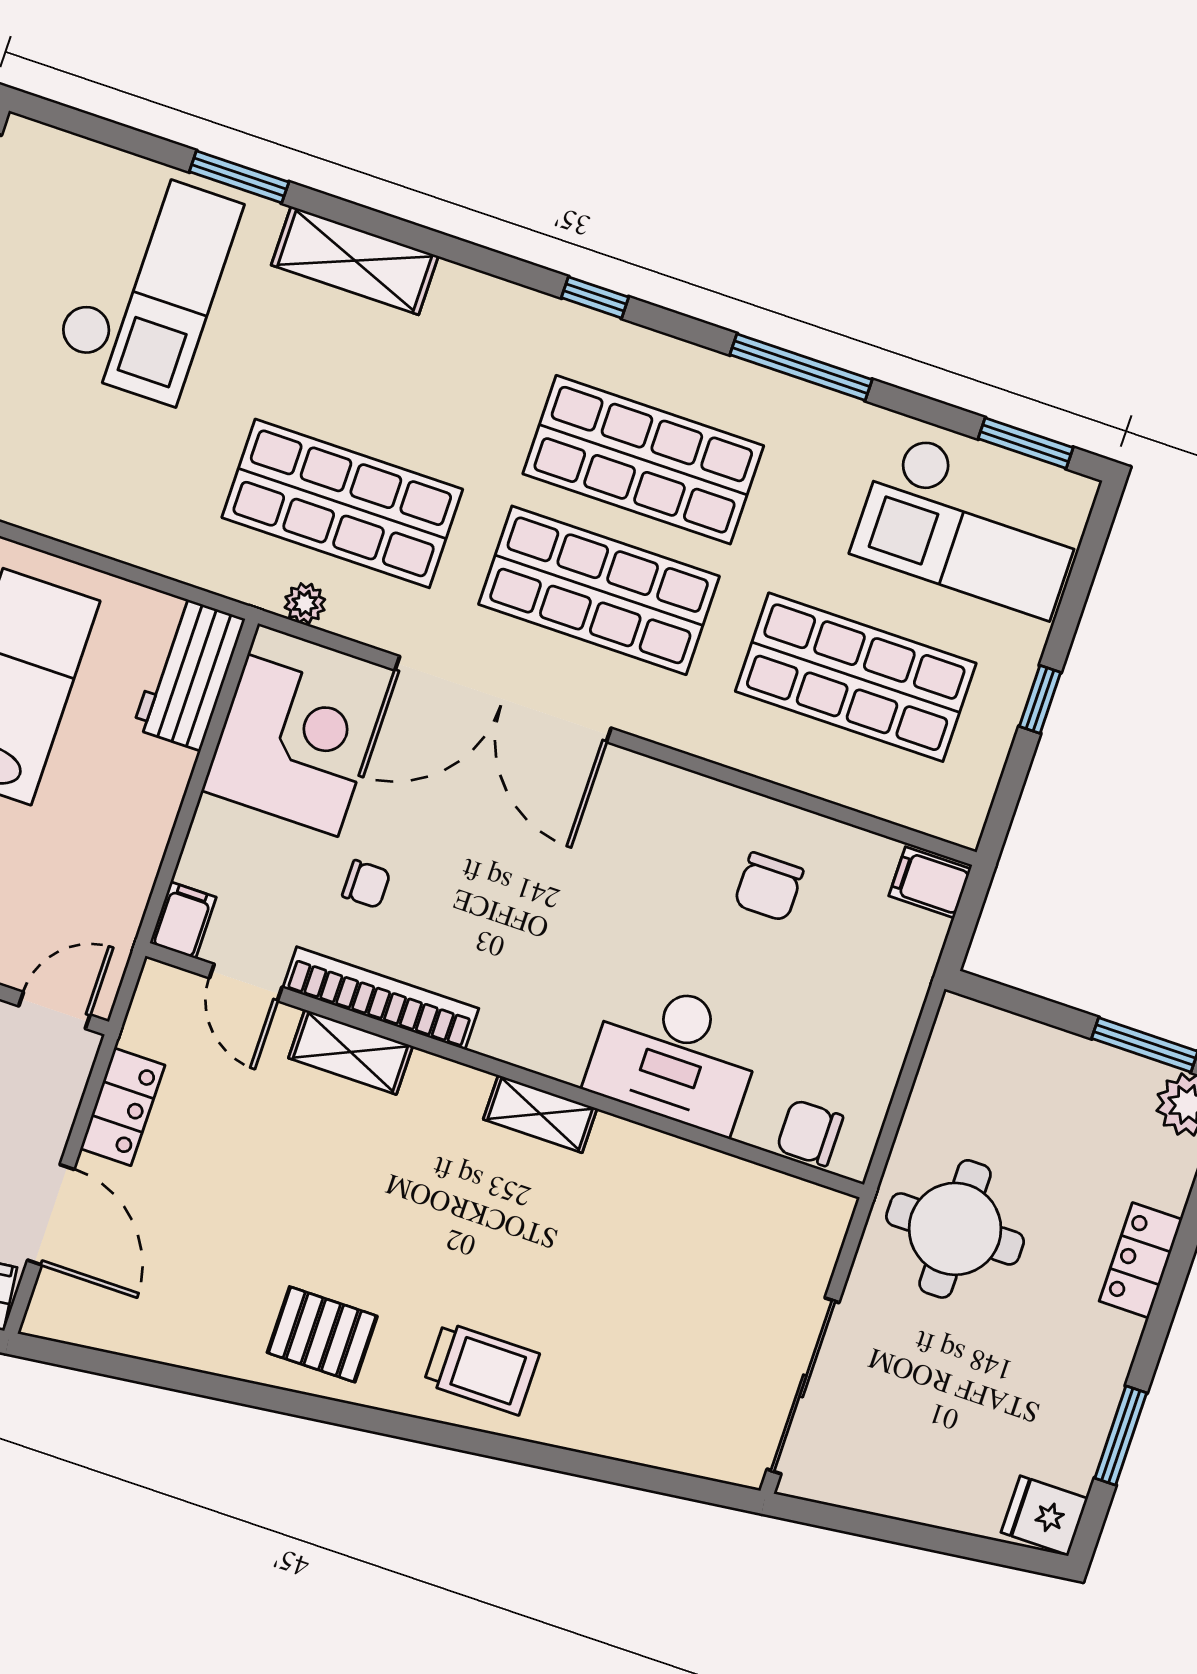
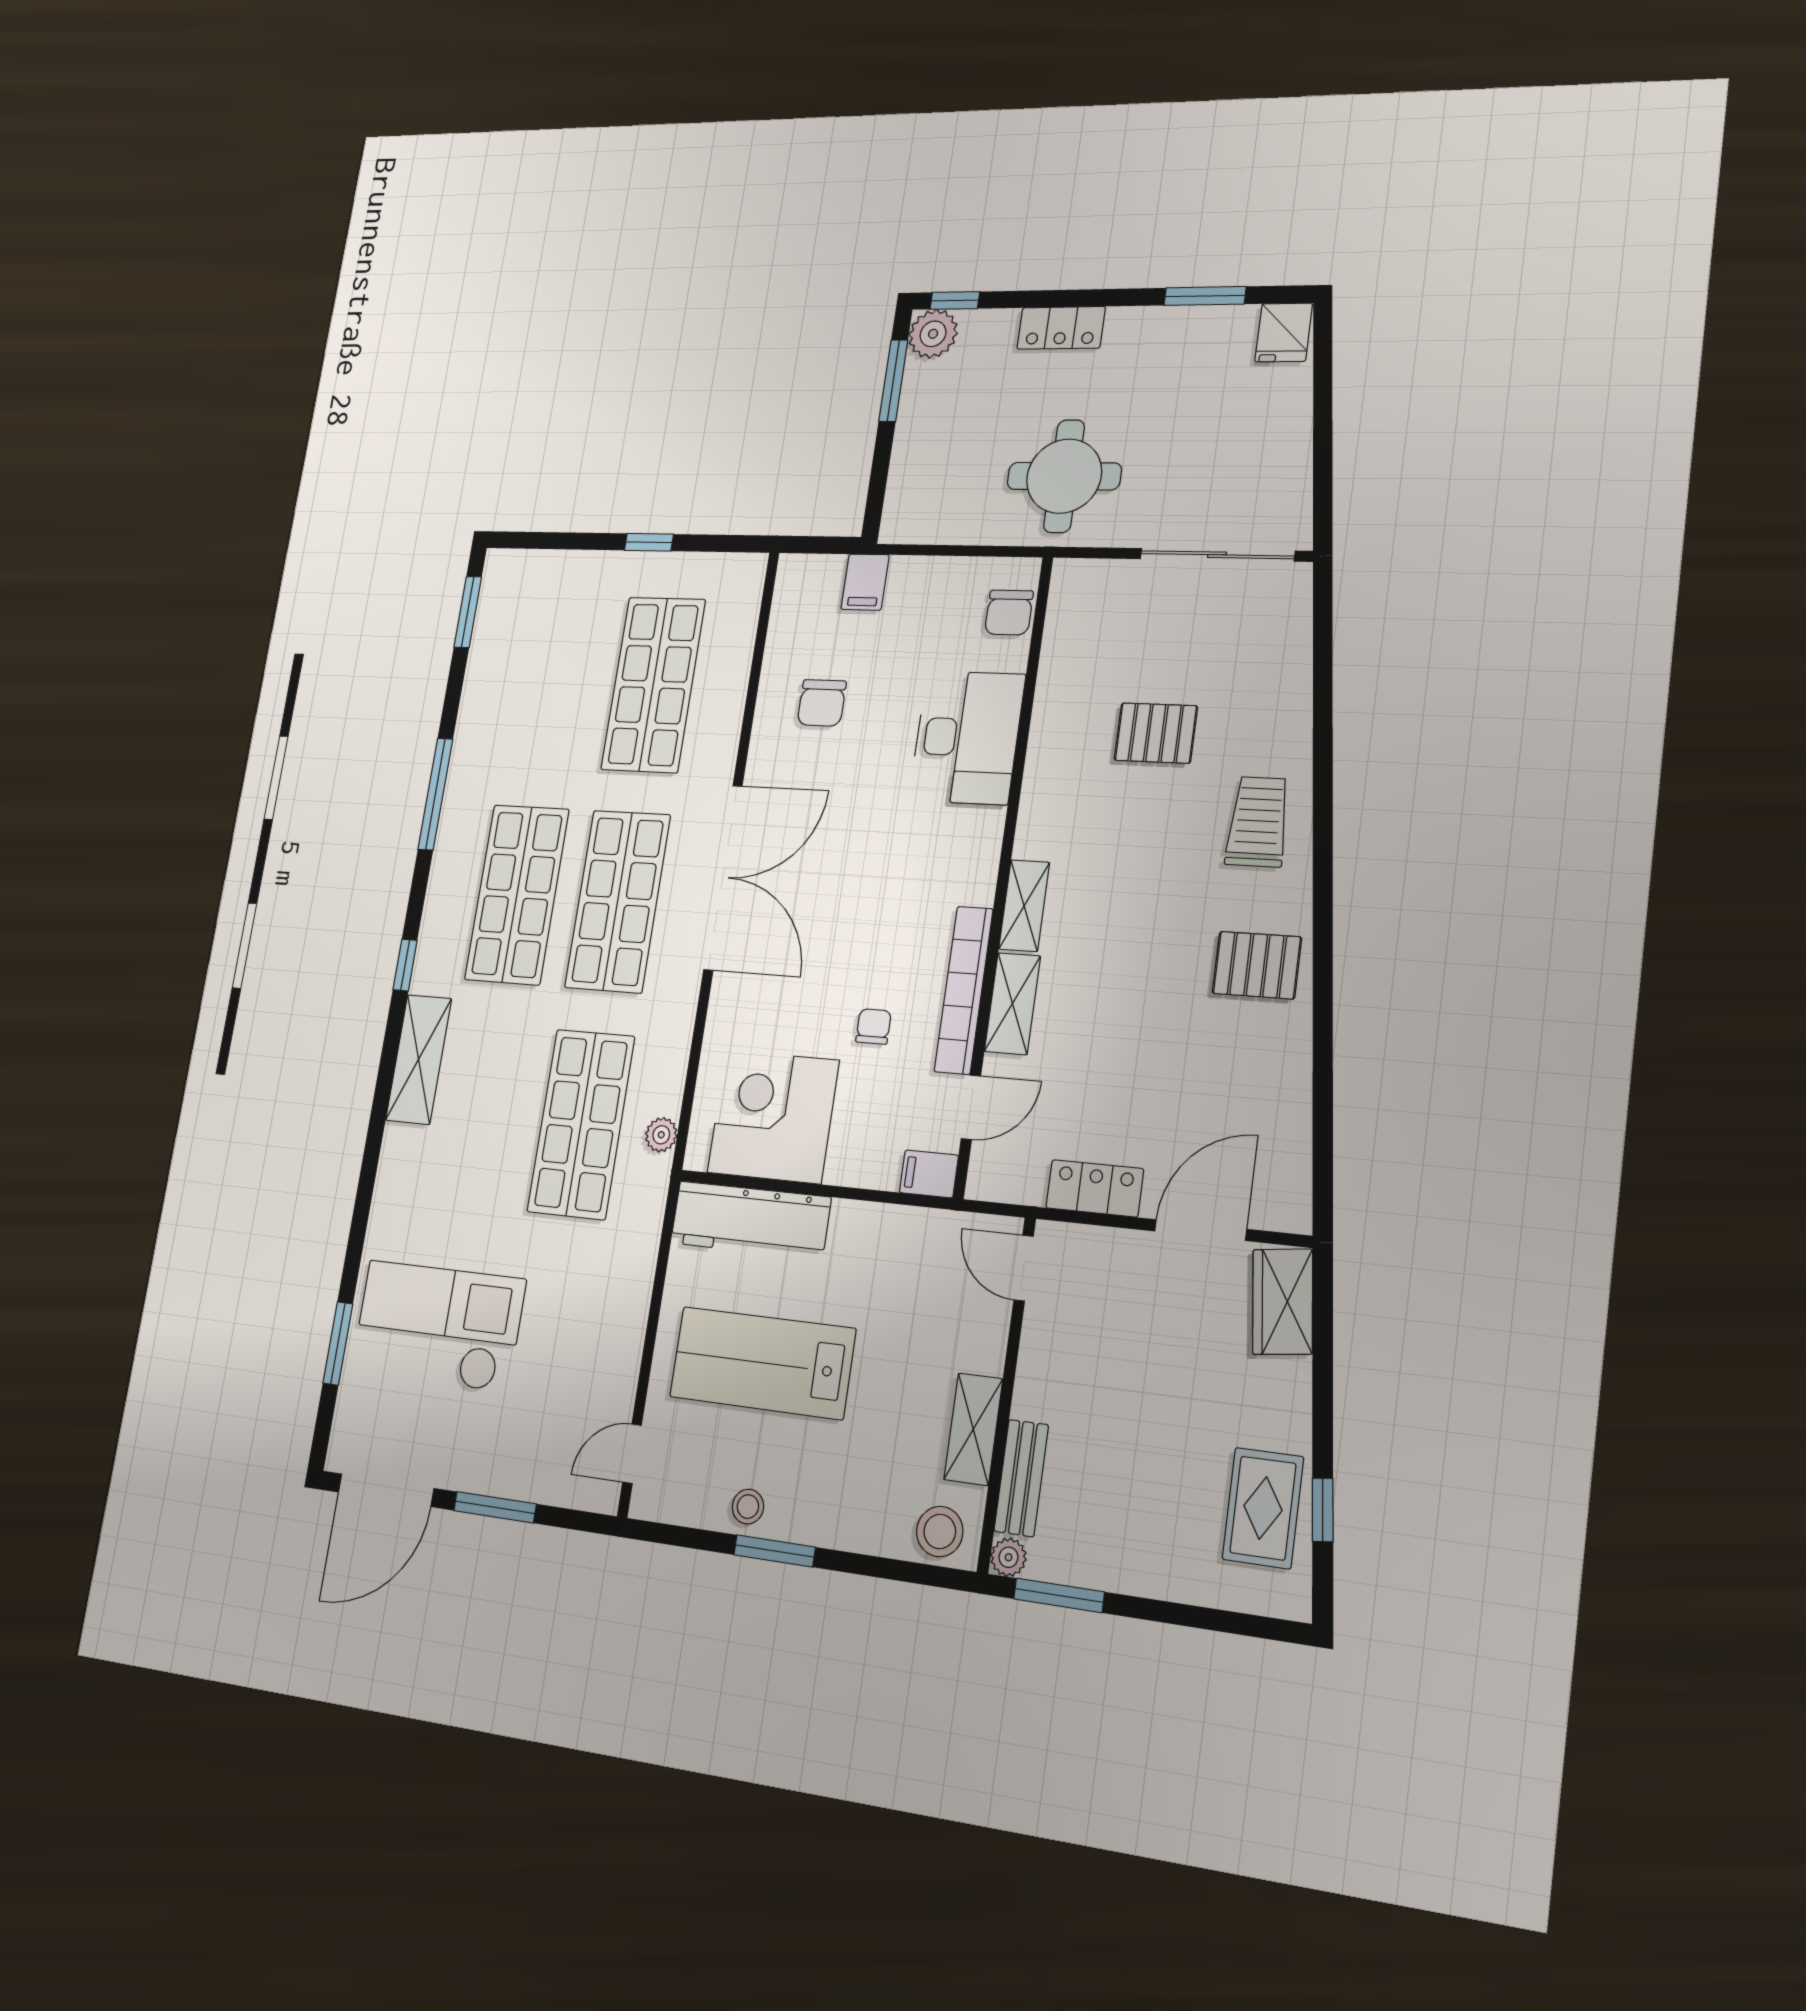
window: (239, 177) -> (338, 1344), moved
shelving: (355, 261) -> (419, 1059), moved
checkout: (970, 525) -> (531, 634), removed
workbench: (189, 674) -> (750, 1220), width x1.38
double door: (503, 699) -> (723, 878), moved
filing cabinet: (930, 882) -> (865, 582), moved
chair: (769, 887) -> (822, 703), turned 90
shelving: (540, 1114) -> (1024, 906), moved
pallet: (616, 1275) -> (1156, 733), added
pallet: (322, 1334) -> (1257, 965), turned 90

